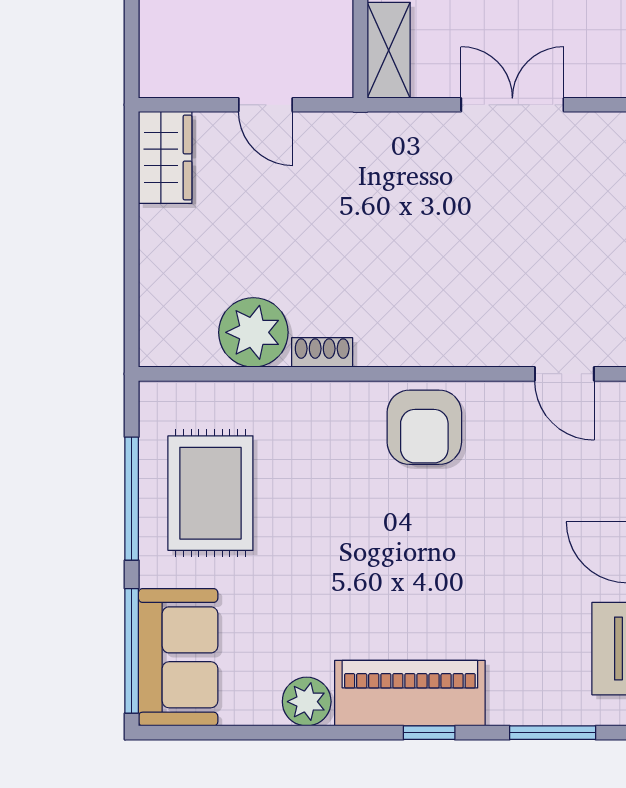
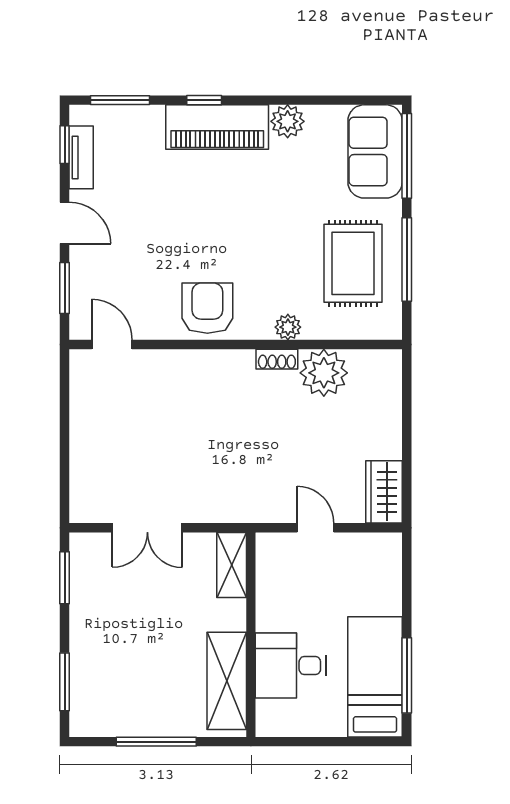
plant: (306, 399) -> (288, 327), added

